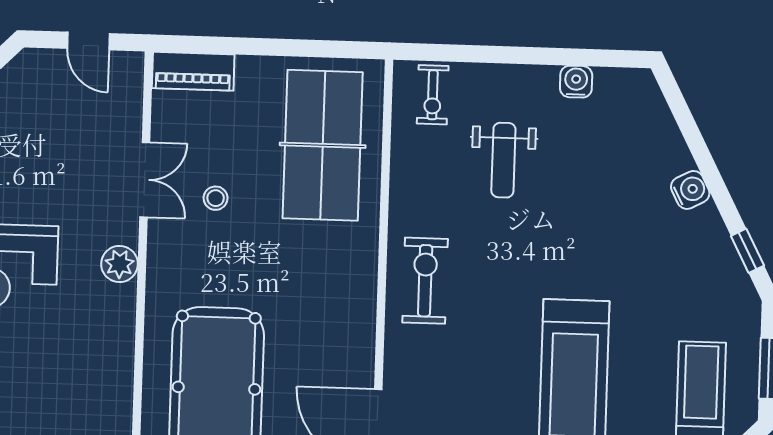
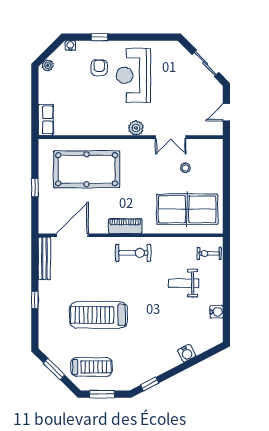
piano: (193, 71) -> (125, 226), moved, turned 90
water cooler: (690, 190) -> (187, 353), moved
stool: (216, 198) -> (185, 168), moved

